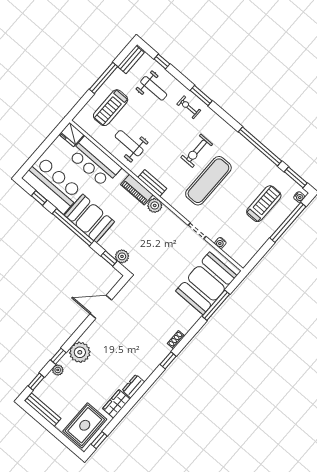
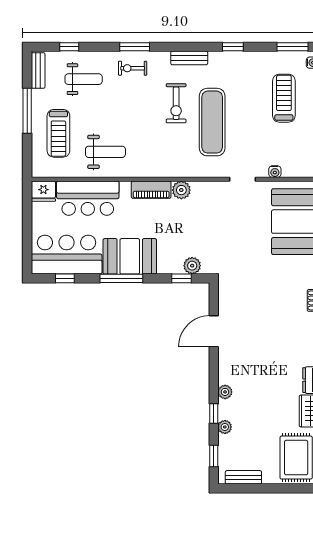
weight bench: (129, 143) -> (105, 152), turned 180
window: (260, 146) -> (233, 47), width x0.32
bench: (152, 183) -> (189, 58), moved
window: (73, 227) -> (121, 278), width x0.68
plant: (80, 352) -> (225, 392), width x0.53, depth x0.53
bench: (43, 410) -> (243, 477), width x0.73

